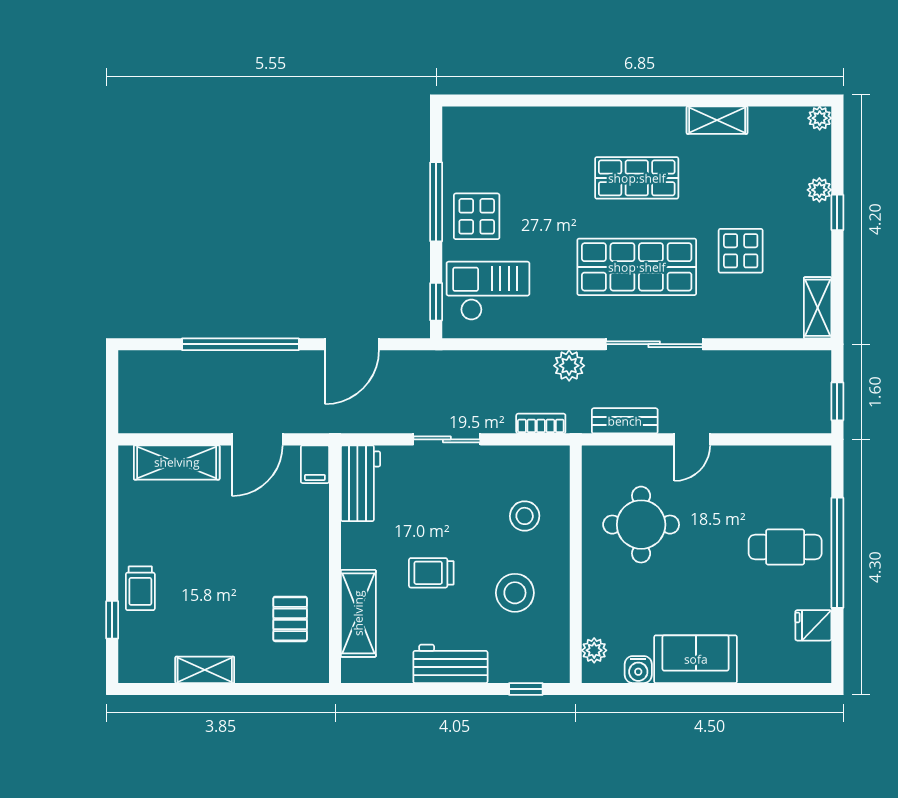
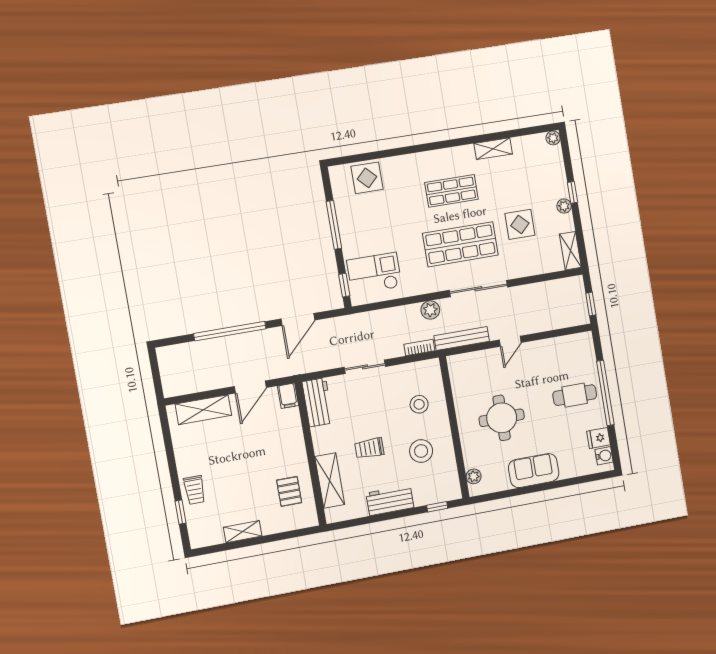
plant: (819, 190) -> (564, 206), moved
display table: (477, 216) -> (367, 178), moved
bench: (625, 421) -> (462, 338), width x1.36
round table: (641, 525) -> (502, 418), moved
water cooler: (638, 670) -> (604, 456), moved, turned -90

